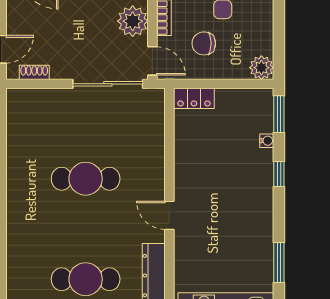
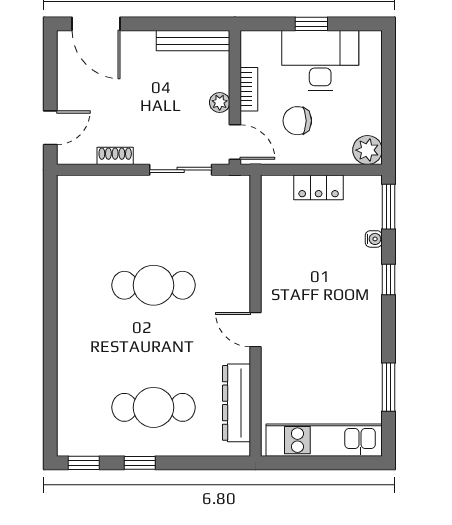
plant: (133, 21) -> (220, 102), width x0.53, depth x0.53
shoe rack: (34, 72) -> (115, 156), moved
sliding door: (108, 84) -> (181, 170), width x0.73
locker: (194, 98) -> (319, 187), moved

